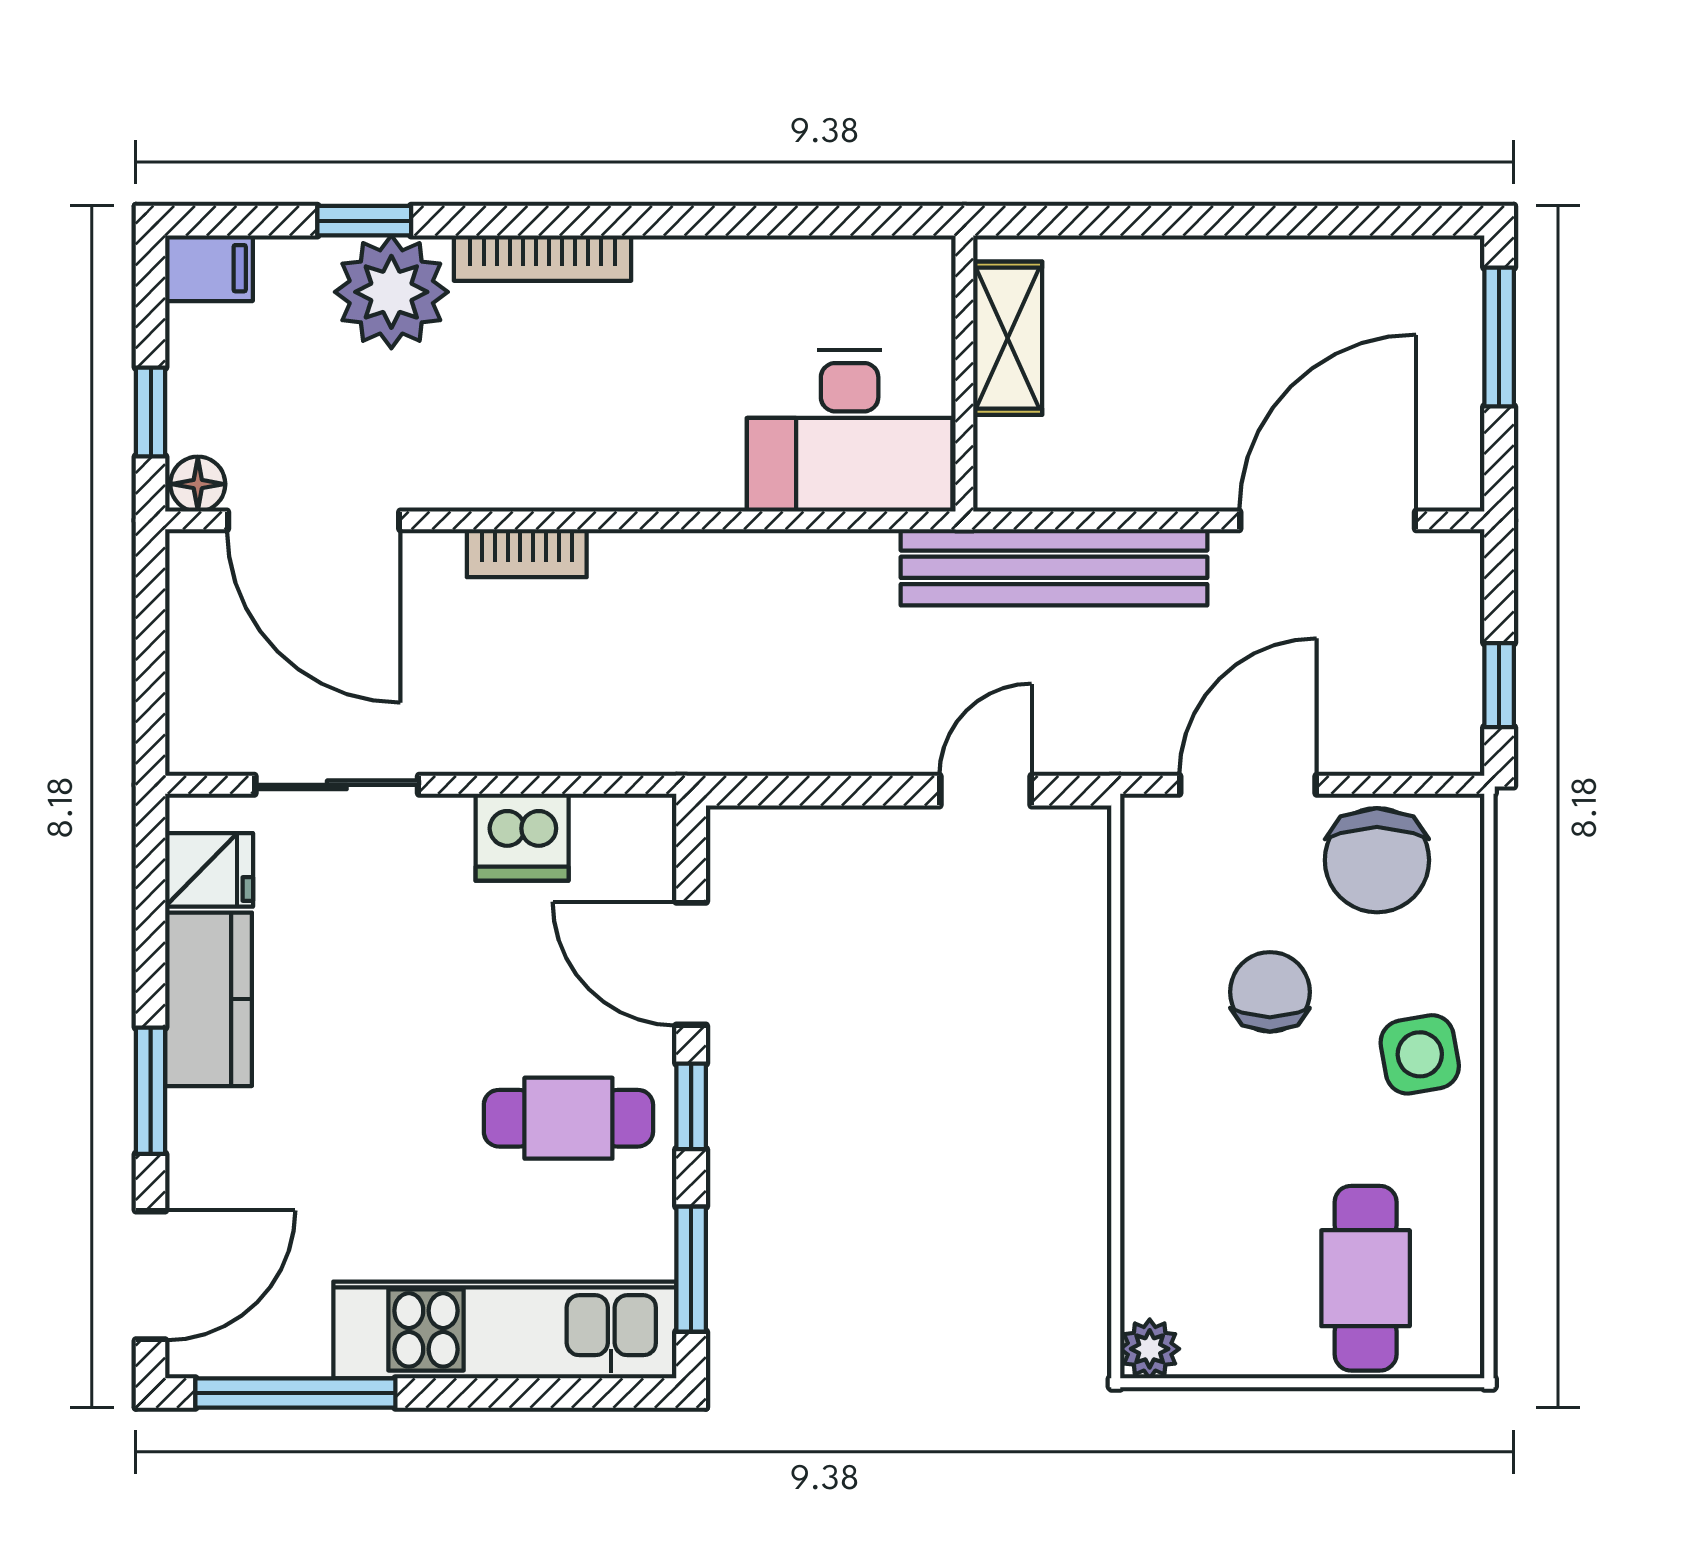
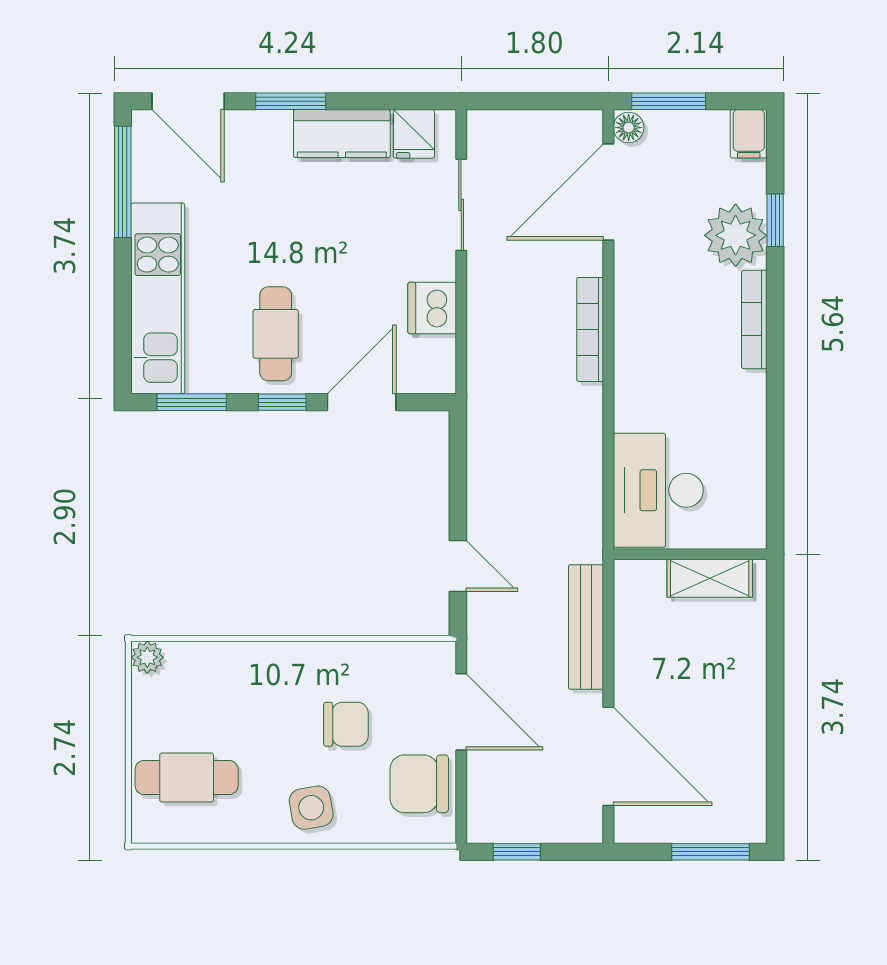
window: (151, 412) -> (669, 101), width x1.50
bookcase: (527, 553) -> (590, 329), width x1.56
bench: (1054, 567) -> (586, 627), width x0.73, depth x0.82

